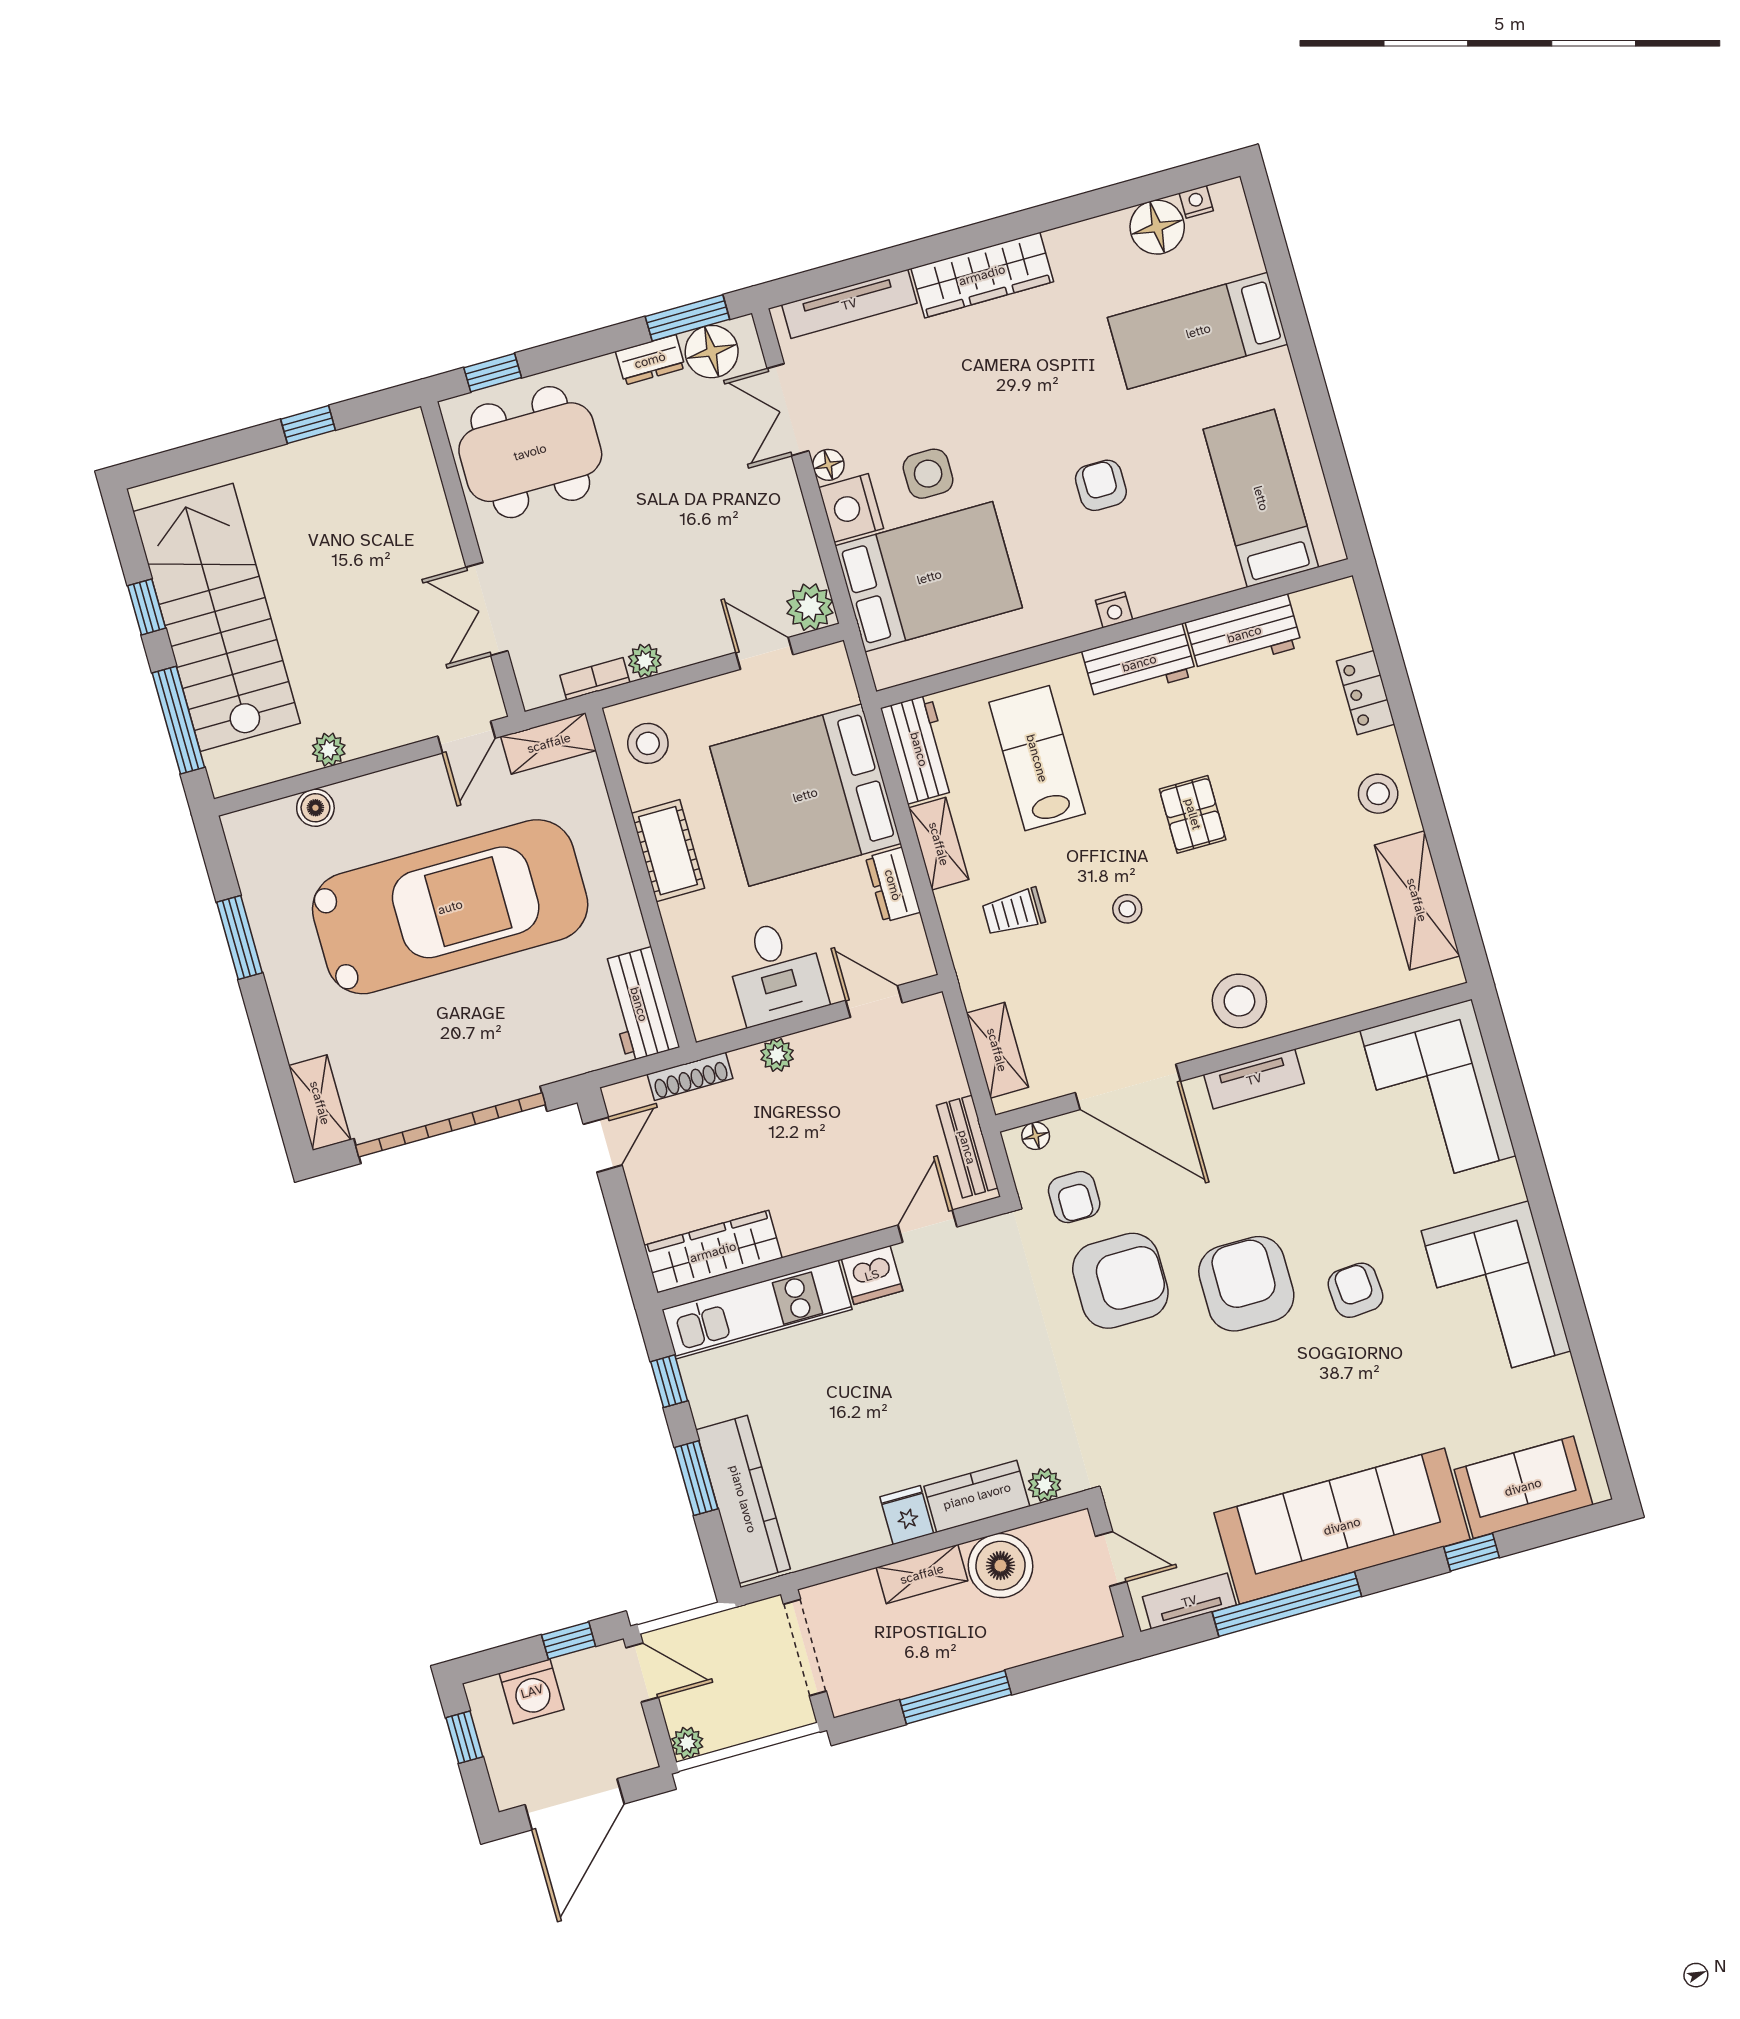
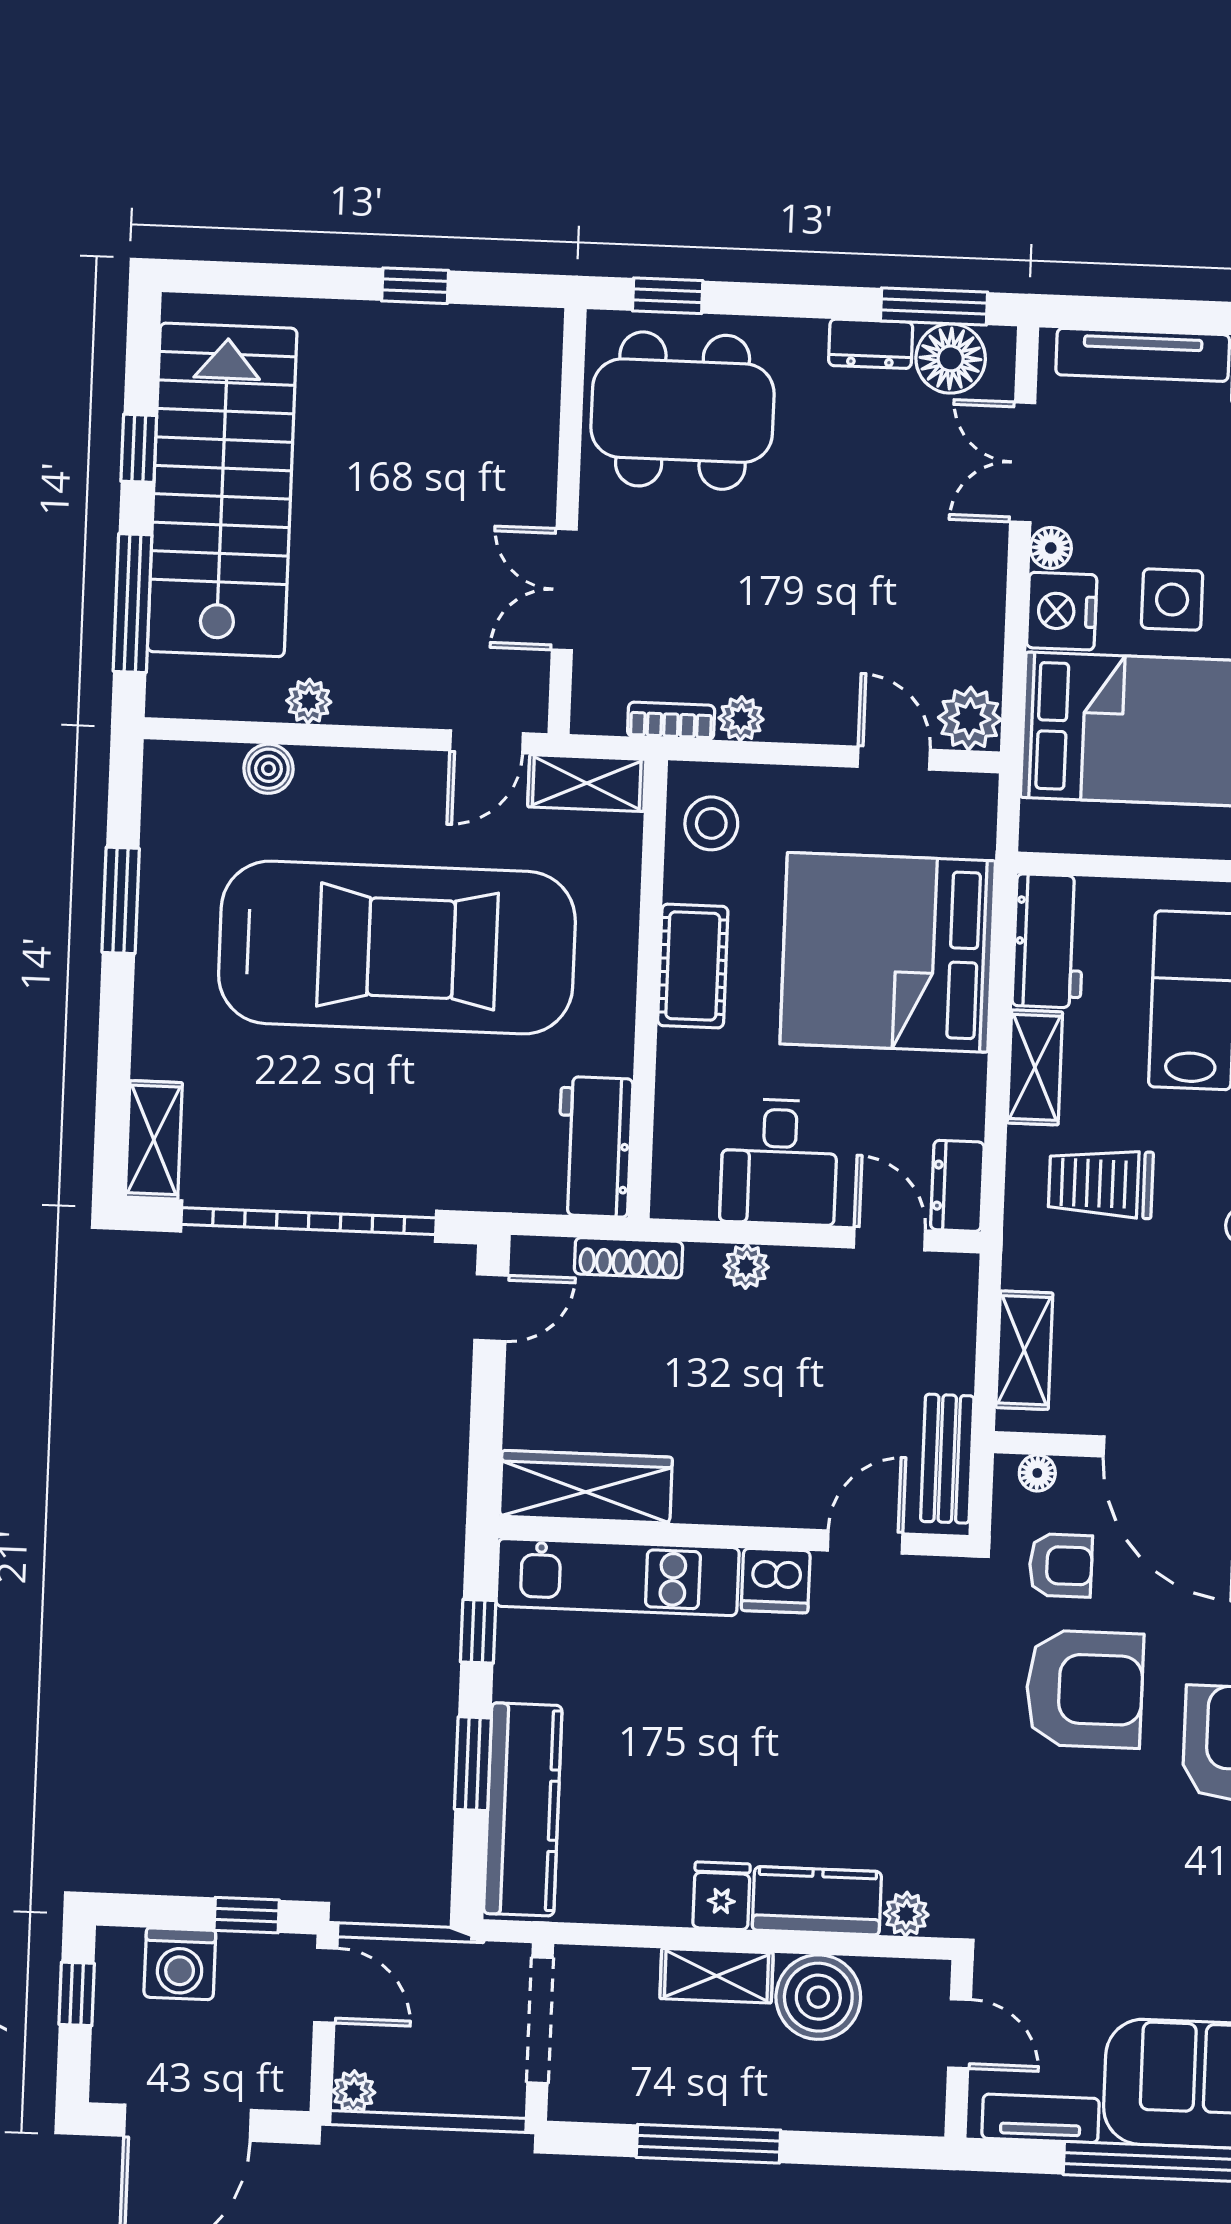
dresser: (893, 885) -> (957, 1186), moved
trolley: (1014, 912) -> (1101, 1183), width x1.36, depth x1.39
armchair: (1074, 1197) -> (1061, 1565), turned -90

